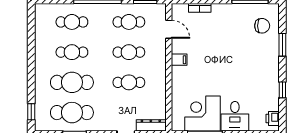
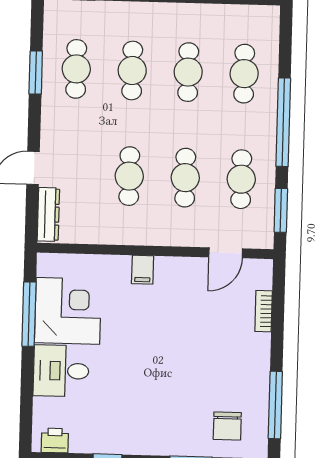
filing cabinet: (179, 60) -> (143, 270), moved
cafe table: (72, 82) -> (132, 70), width x0.73, depth x0.74
cafe table: (72, 113) -> (76, 69), width x0.73, depth x0.74

